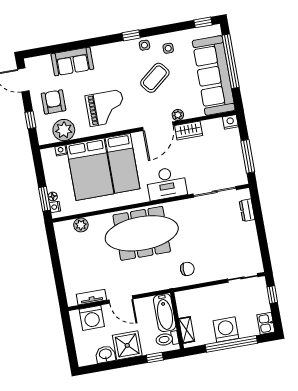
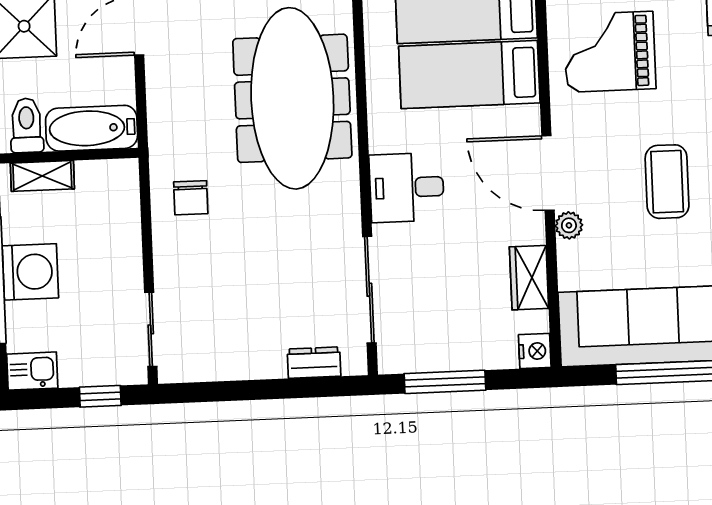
coffee table: (155, 78) -> (667, 182), turned 39
grand piano: (106, 108) -> (610, 52), turned 90
wardrobe: (189, 130) -> (529, 278), moved
desk: (166, 183) -> (407, 188), width x0.73

